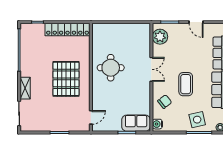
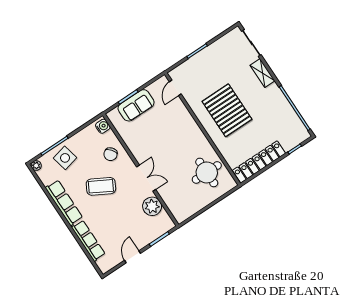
door: (196, 22) -> (133, 257), hinge flipped
plant: (160, 37) -> (152, 206), moved
round table: (111, 68) -> (207, 172), moved
double door: (151, 69) -> (146, 178), swing flipped
coffee table: (186, 84) -> (101, 186), turned -61
sofa: (136, 123) -> (136, 105), moved

